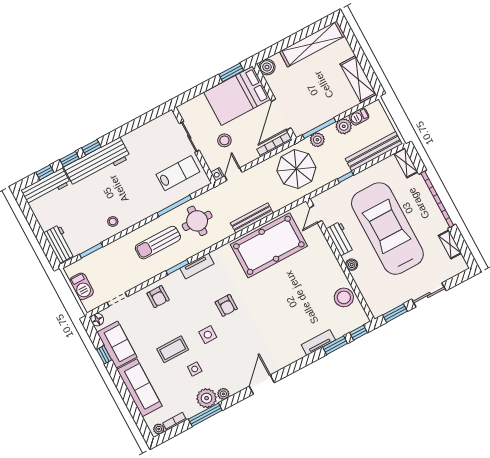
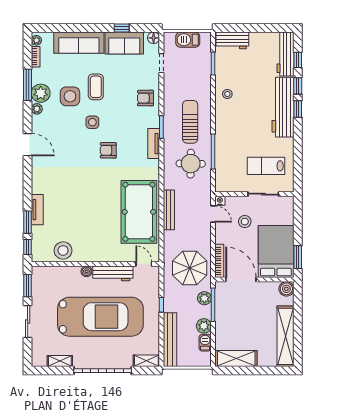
lab bench: (178, 173) -> (266, 166), moved, turned 90
workbench: (340, 239) -> (113, 273), width x1.38
side table: (195, 369) -> (70, 96), width x1.87, depth x1.87

